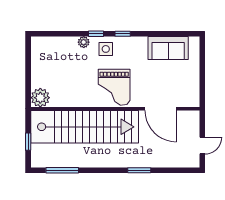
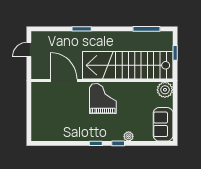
sofa: (168, 48) -> (163, 124), moved, turned -90
side table: (106, 49) -> (110, 131), removed

